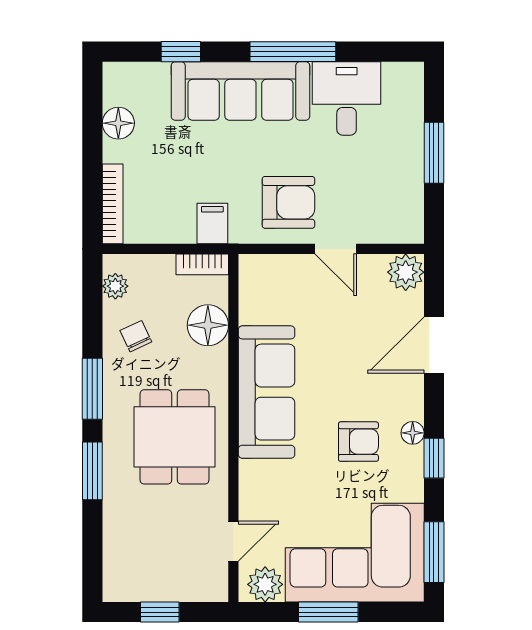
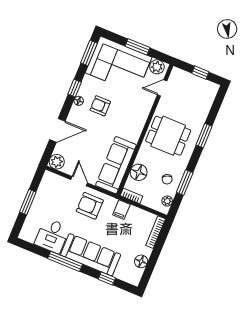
window: (92, 389) -> (185, 183), moved
sofa: (267, 392) -> (116, 165), moved
dining table: (174, 437) -> (168, 136), turned 90

